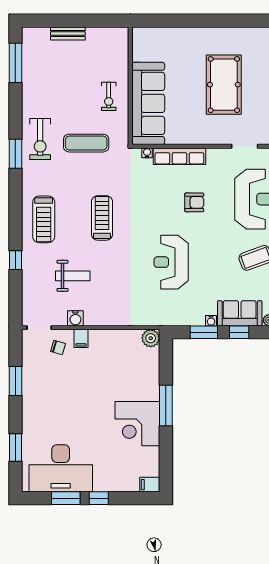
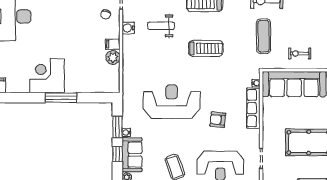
armchair: (194, 202) -> (218, 120), turned 96
reception desk: (171, 262) -> (172, 102), width x1.36, depth x1.30
weight bench: (73, 276) -> (161, 26), turned 90
filing cabinet: (81, 338) -> (113, 44), moved
plant: (151, 338) -> (113, 58), moved

